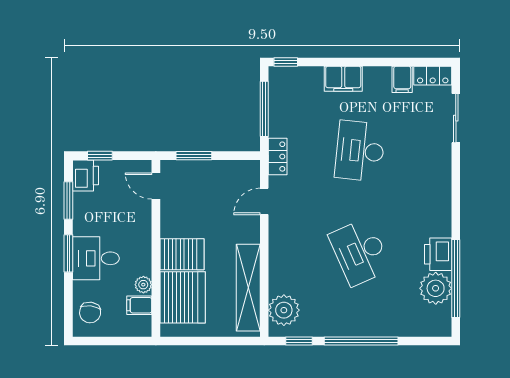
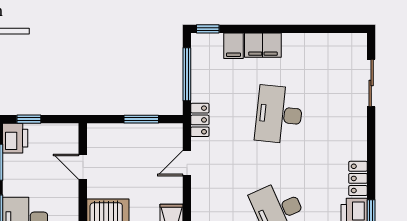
locker: (433, 76) -> (358, 178), moved, turned 90
filing cabinet: (402, 79) -> (234, 46), moved
window: (194, 156) -> (141, 119), moved
door: (156, 186) -> (83, 167), moved

